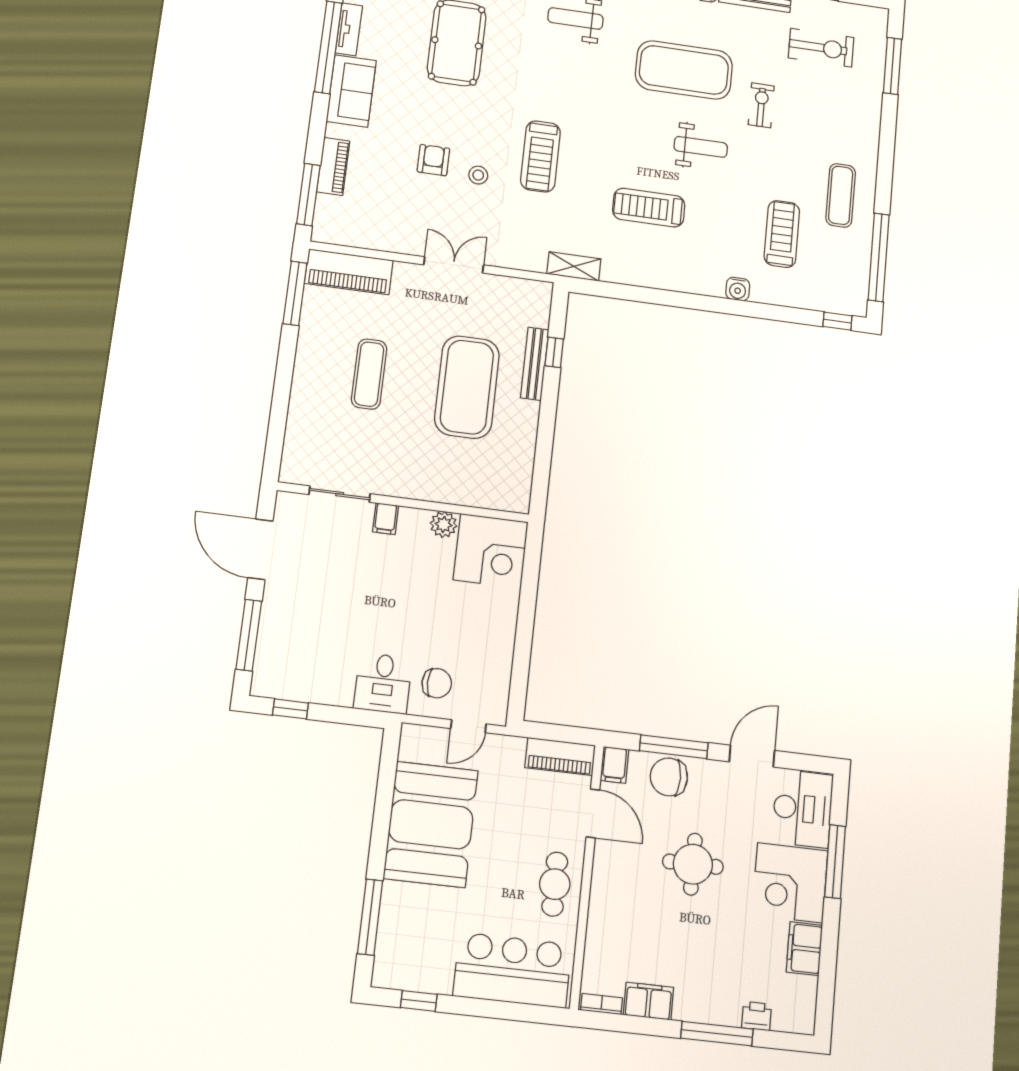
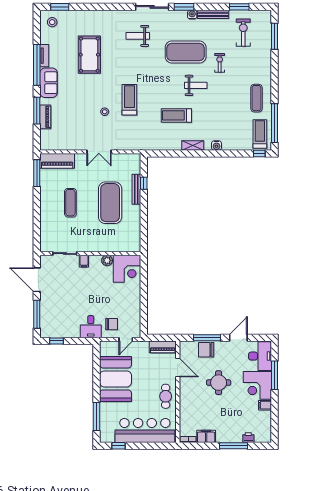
exercise bike: (821, 48) -> (243, 33), turned -90
treadmill: (540, 156) -> (129, 100), turned 180
armchair: (433, 160) -> (86, 108), removed
window: (308, 195) -> (37, 111), moved
treadmill: (782, 234) -> (260, 134), moved
double door: (454, 265) -> (99, 152), swing flipped
shelving: (574, 266) -> (193, 145), moved
filing cabinet: (614, 765) -> (184, 348), removed
filing cabinet: (804, 949) -> (265, 405), width x0.50
bar counter: (512, 970) -> (145, 430), width x1.36

